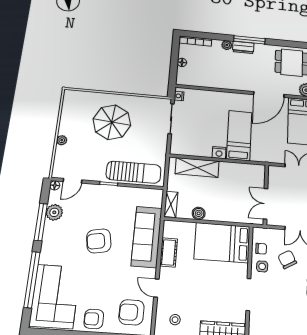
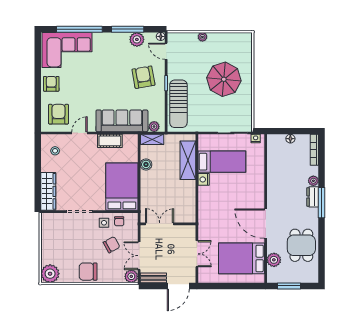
bed: (239, 135) -> (222, 162), moved
plant: (157, 201) -> (154, 127), added
armchair: (99, 241) -> (143, 77), moved

